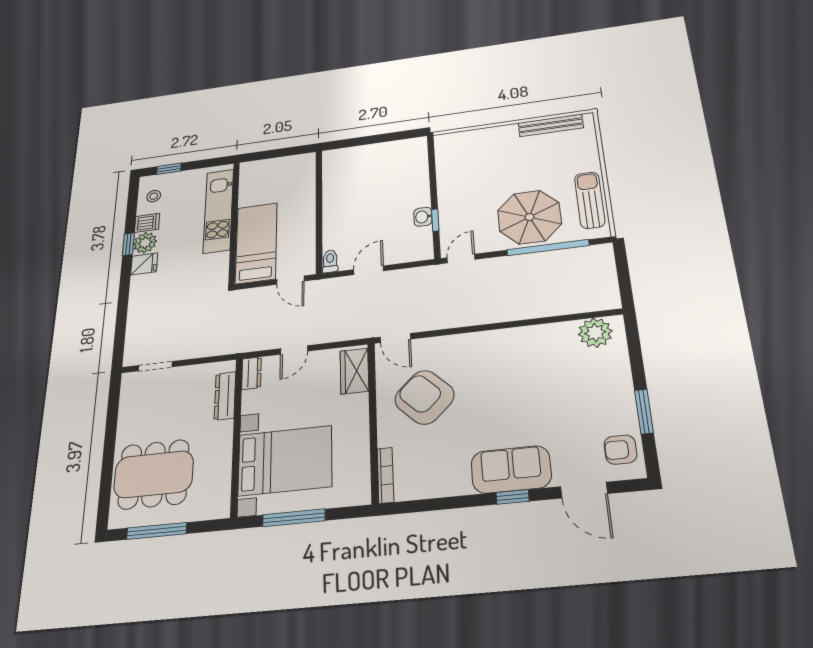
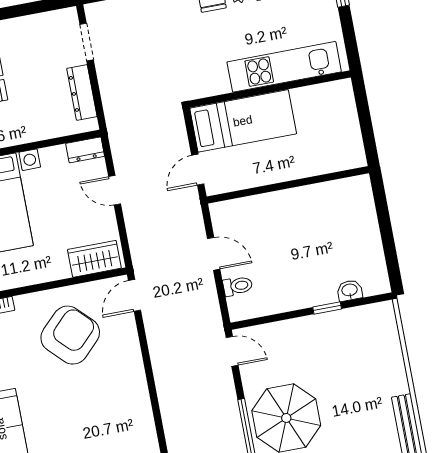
washbasin: (423, 217) -> (350, 290), moved
window: (435, 220) -> (327, 308), moved
toilet: (330, 261) -> (238, 286), moved
dresser: (225, 396) -> (82, 92), moved, turned -90

